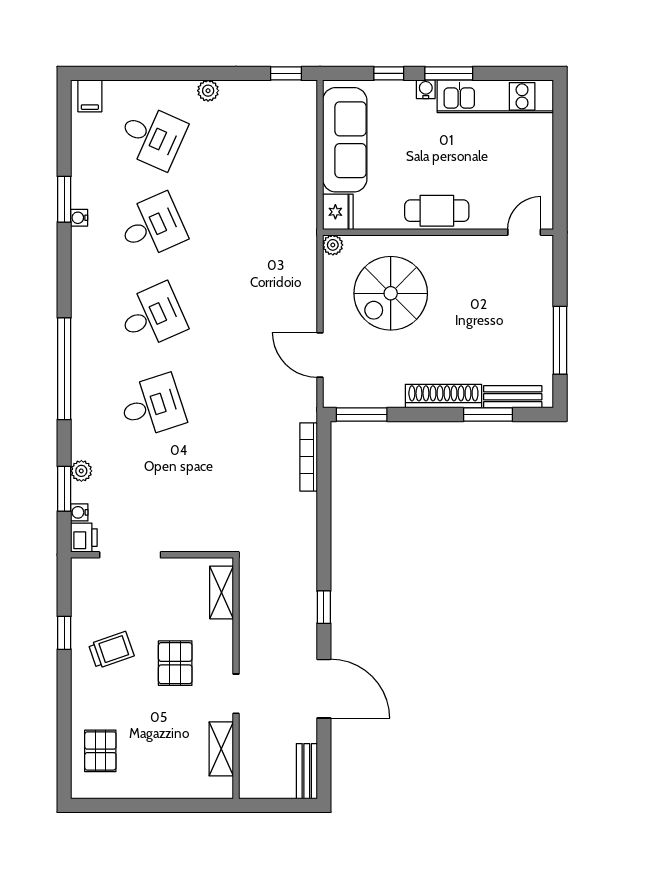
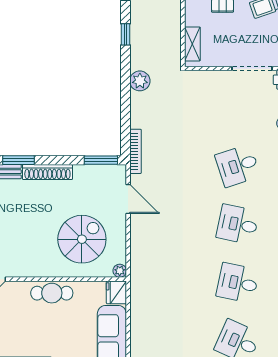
desk: (152, 226) -> (238, 283), turned 36
desk: (152, 316) -> (238, 224), turned 36
bookcase: (309, 457) -> (135, 151), moved
plant: (302, 536) -> (140, 81), added

